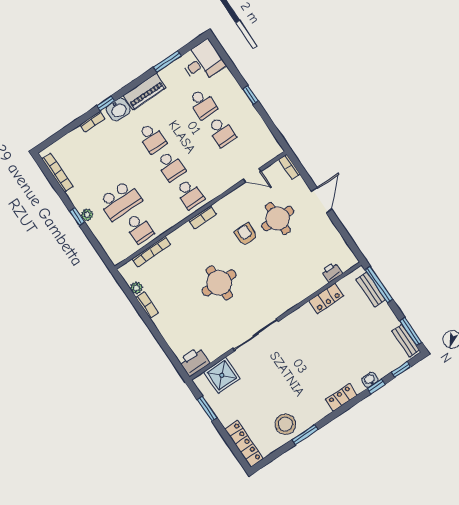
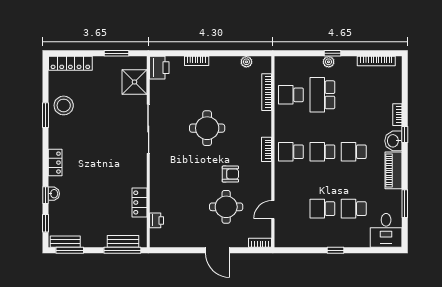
bookcase: (147, 305) -> (197, 61), moved

